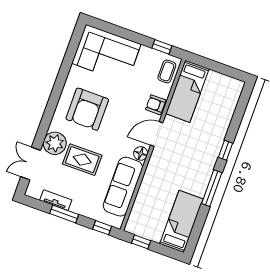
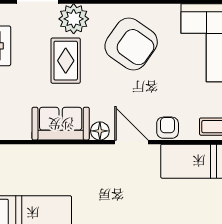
armchair: (87, 109) -> (131, 44), turned -145
sofa: (123, 187) -> (61, 124), width x0.73

